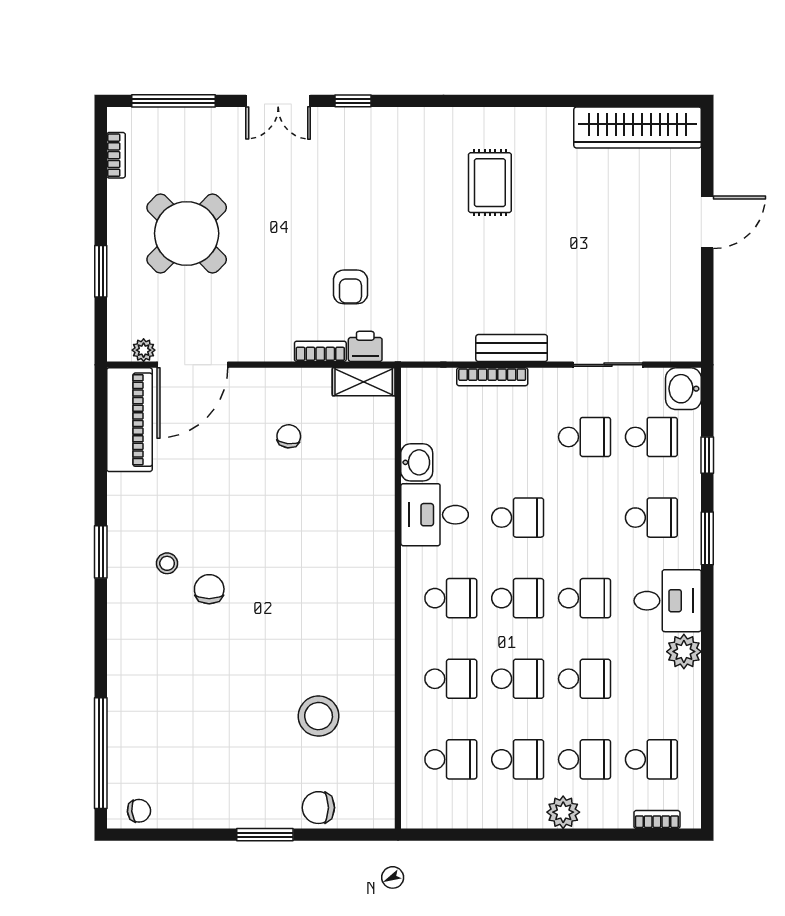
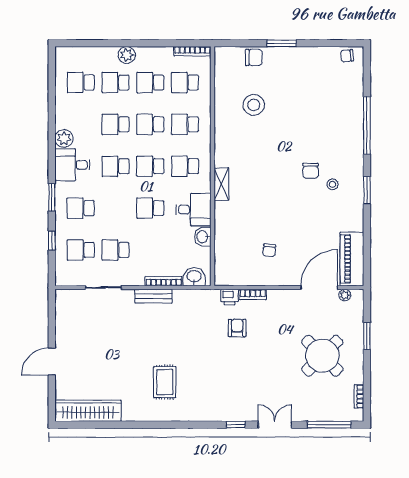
shelving: (364, 382) -> (221, 184), moved, turned 90
washbasin: (683, 389) -> (194, 277), moved, turned -90
window: (101, 753) -> (367, 125), moved
bookcase: (657, 819) -> (192, 51), moved, width x1.56

